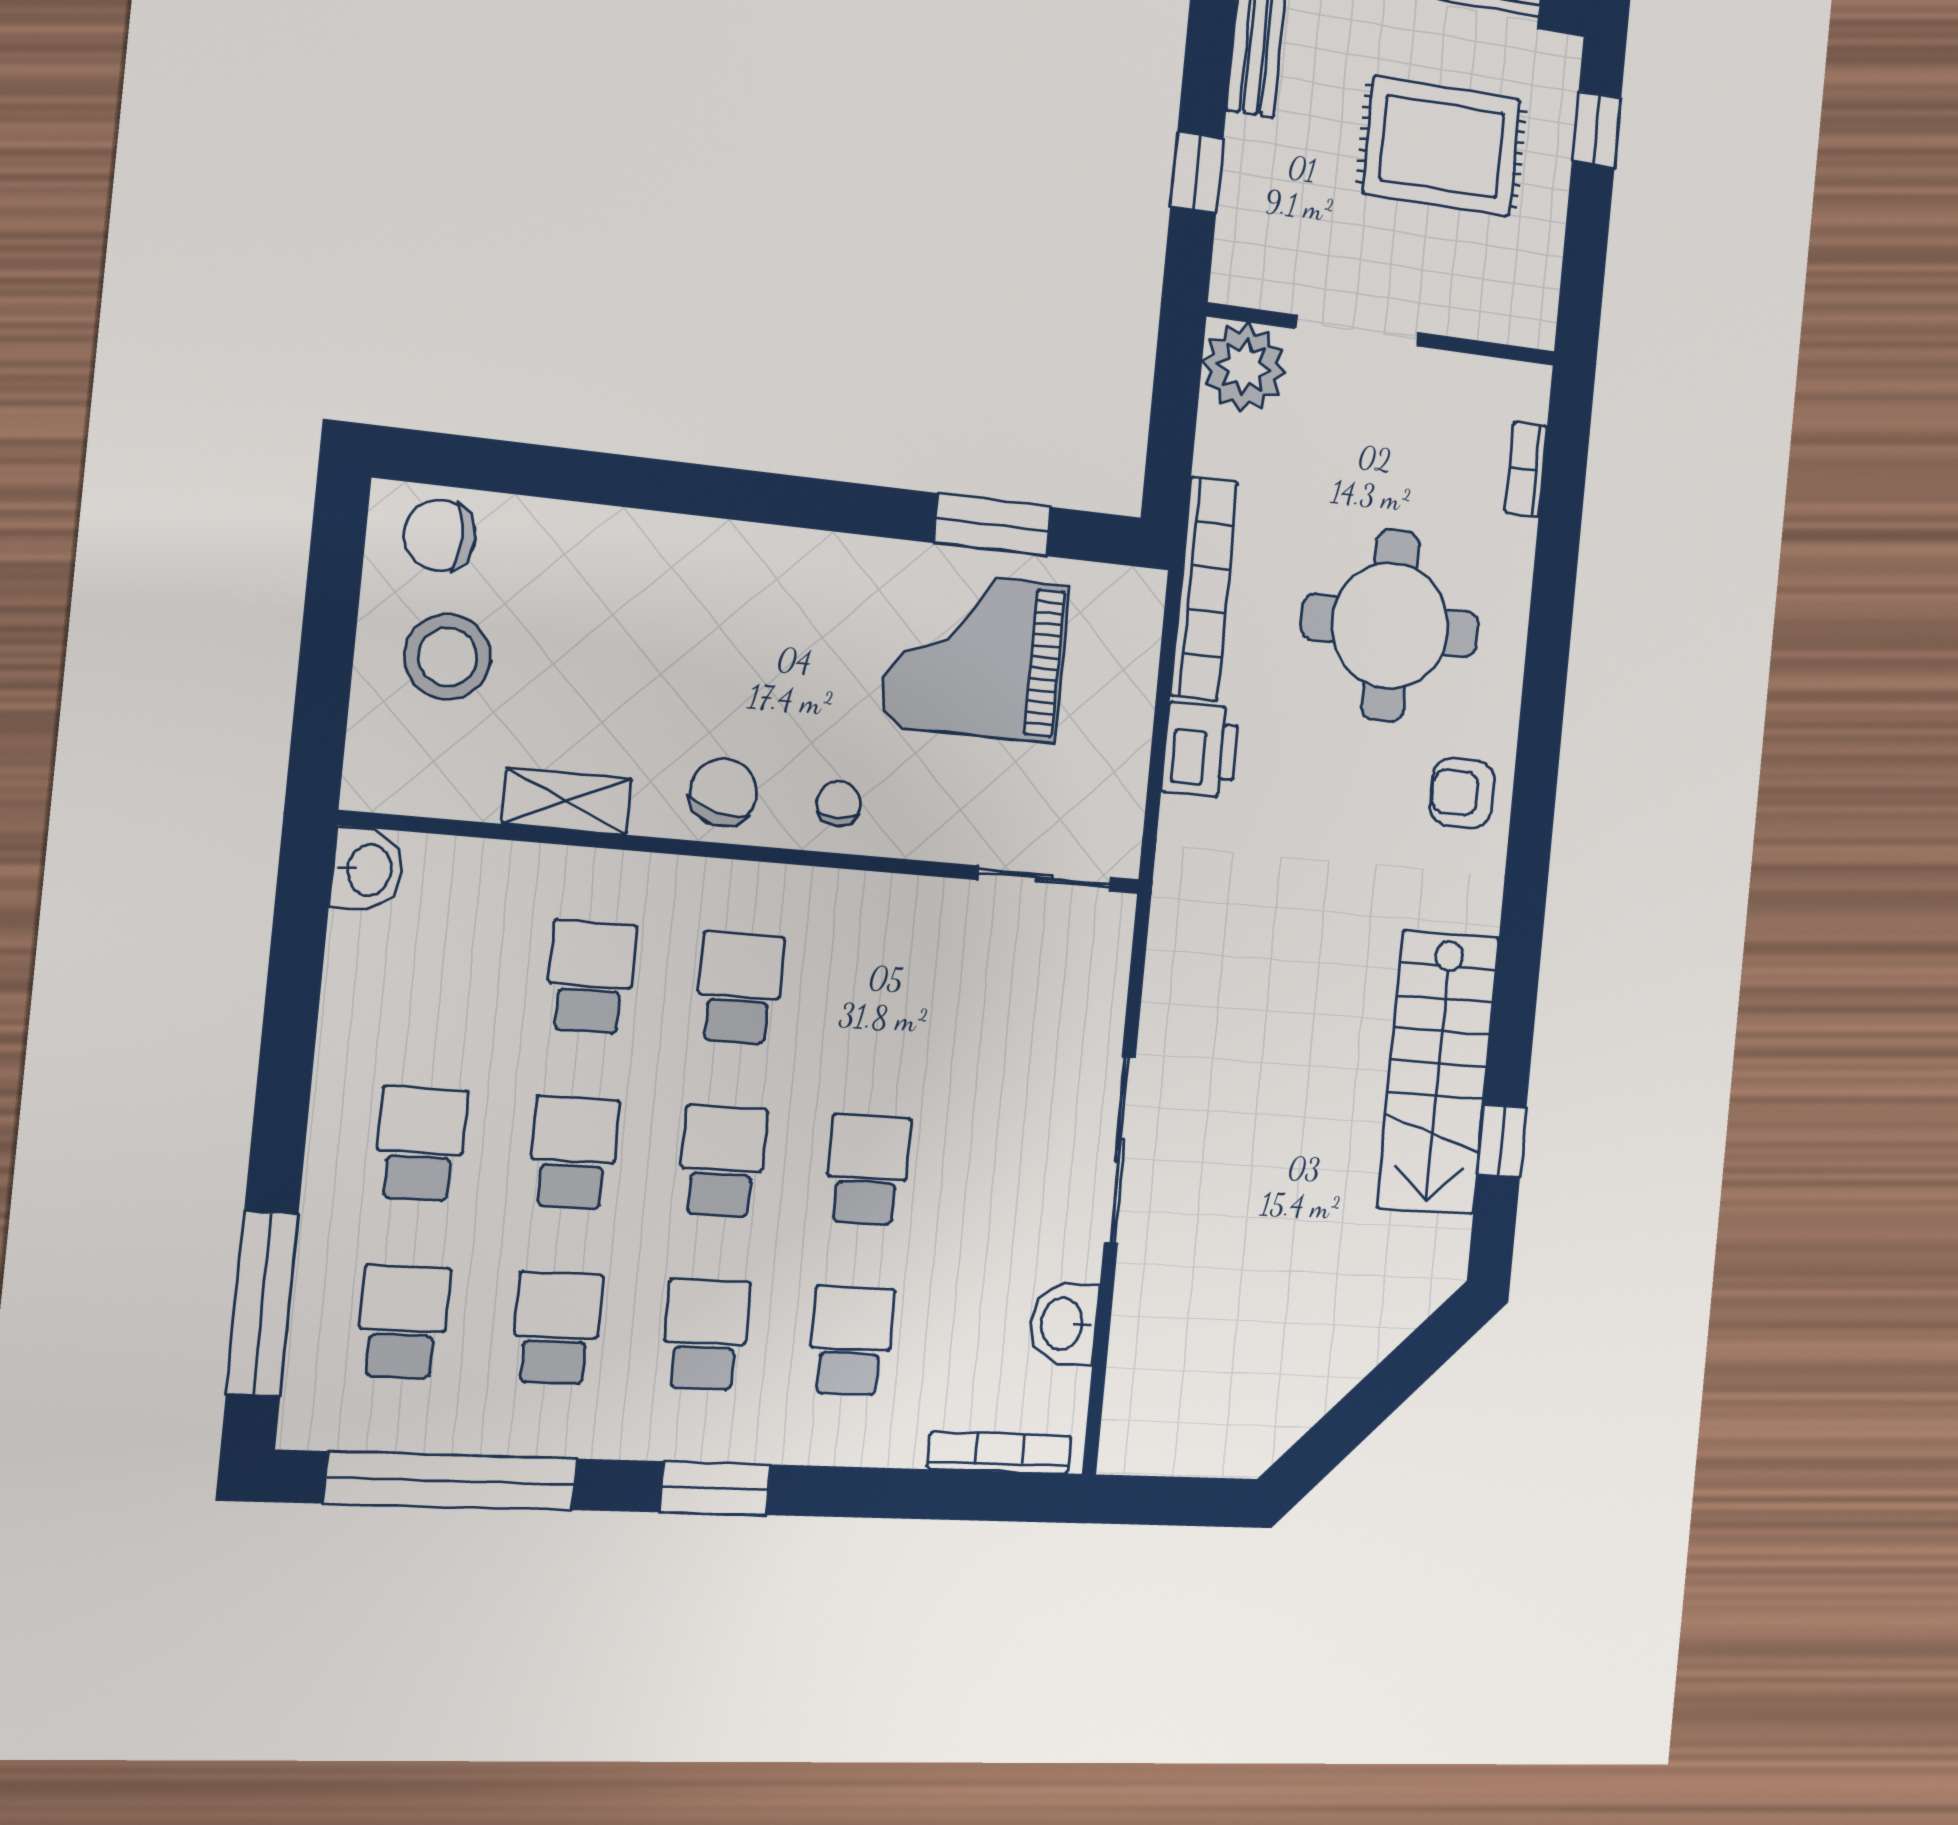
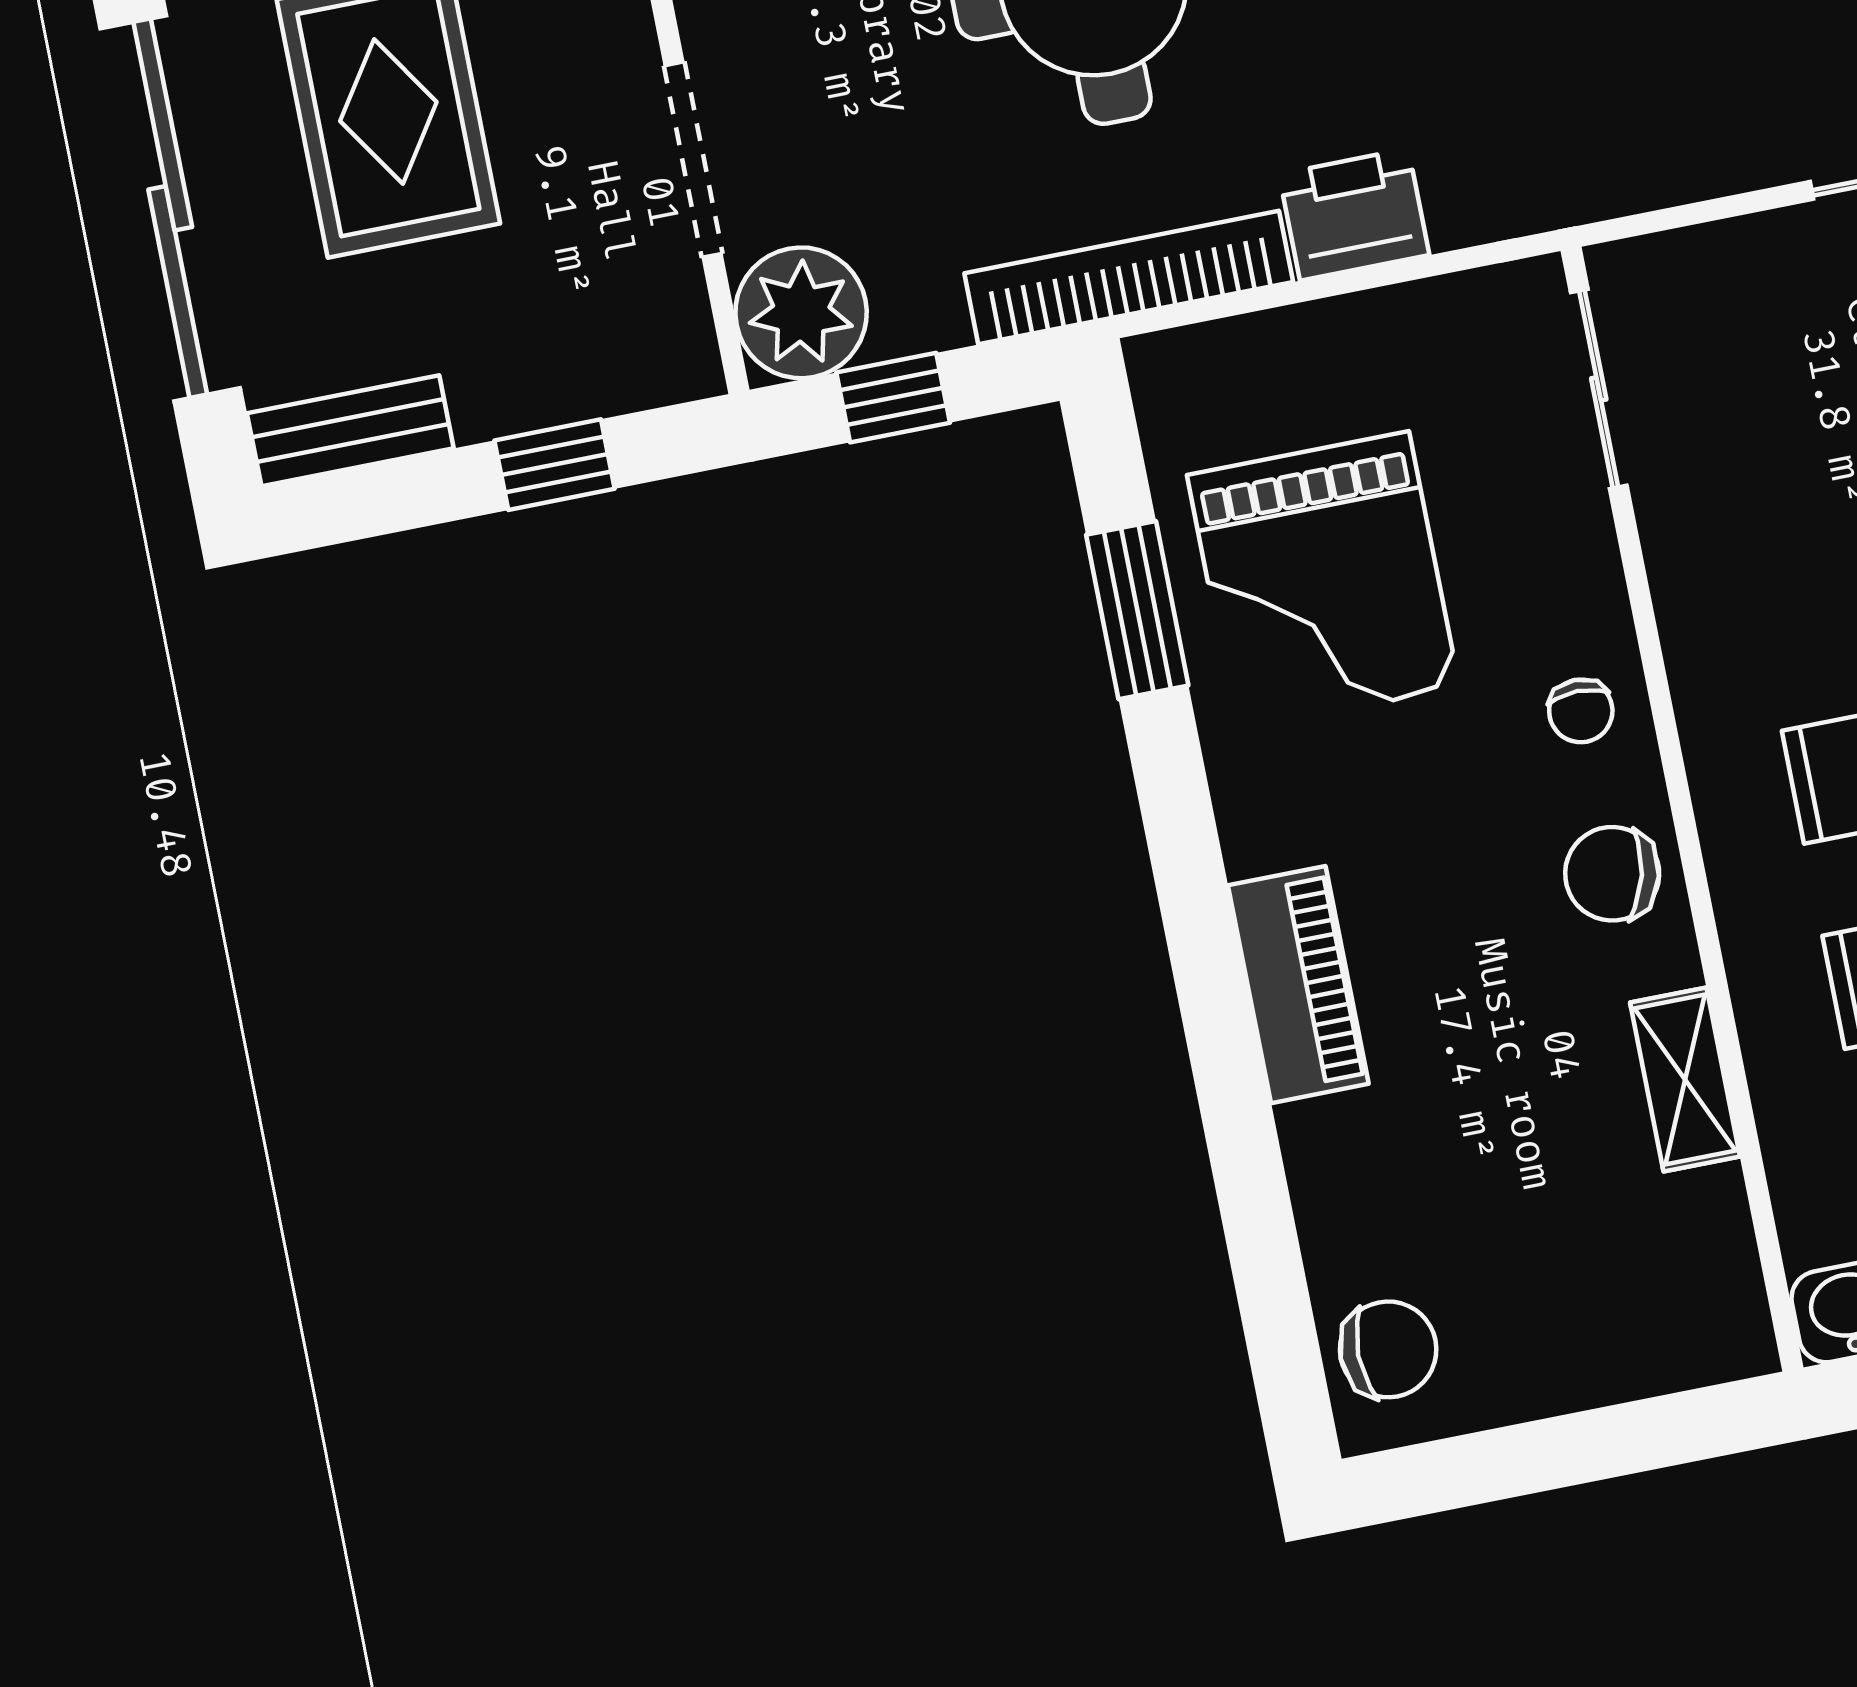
window: (1174, 409) -> (893, 398), added
chair: (440, 535) -> (1388, 1349), turned -90
piano: (712, 553) -> (1298, 985), added
stool: (448, 657) -> (1543, 1292), removed
chair: (839, 804) -> (1581, 711), turned -90

